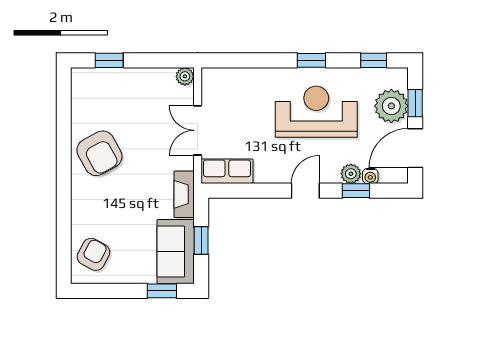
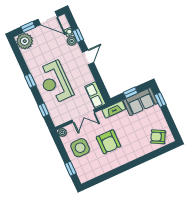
window: (374, 60) -> (44, 110), moved
side table: (140, 97) -> (80, 148), added
plant: (391, 106) -> (25, 41), moved
reception desk: (316, 112) -> (55, 82), moved
armchair: (99, 153) -> (108, 142), moved, turned 119
door: (305, 191) -> (88, 57), swing flipped

